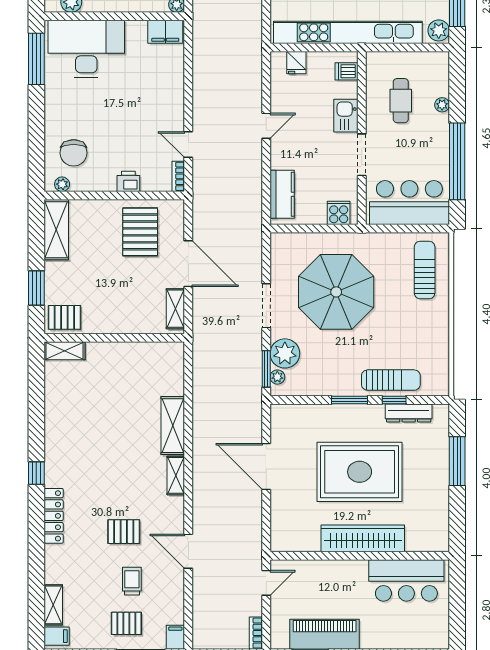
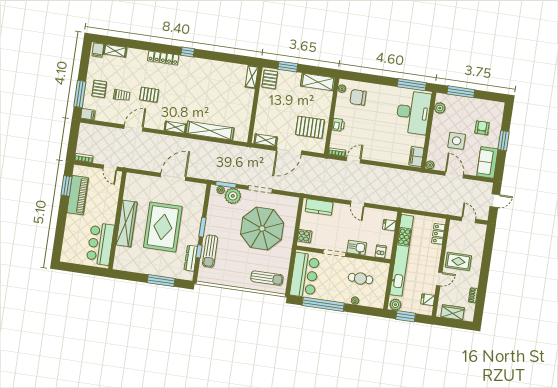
shelving: (173, 426) -> (210, 131), width x1.47
pallet: (124, 532) -> (149, 95), turned 90

